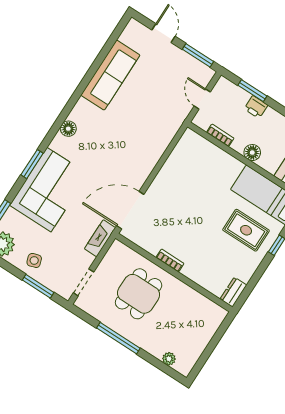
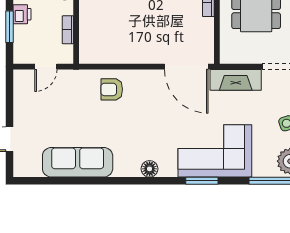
window: (198, 55) -> (10, 96), removed
armchair: (150, 139) -> (112, 89), added
fireplace: (100, 238) -> (236, 80), width x1.37, depth x1.32

